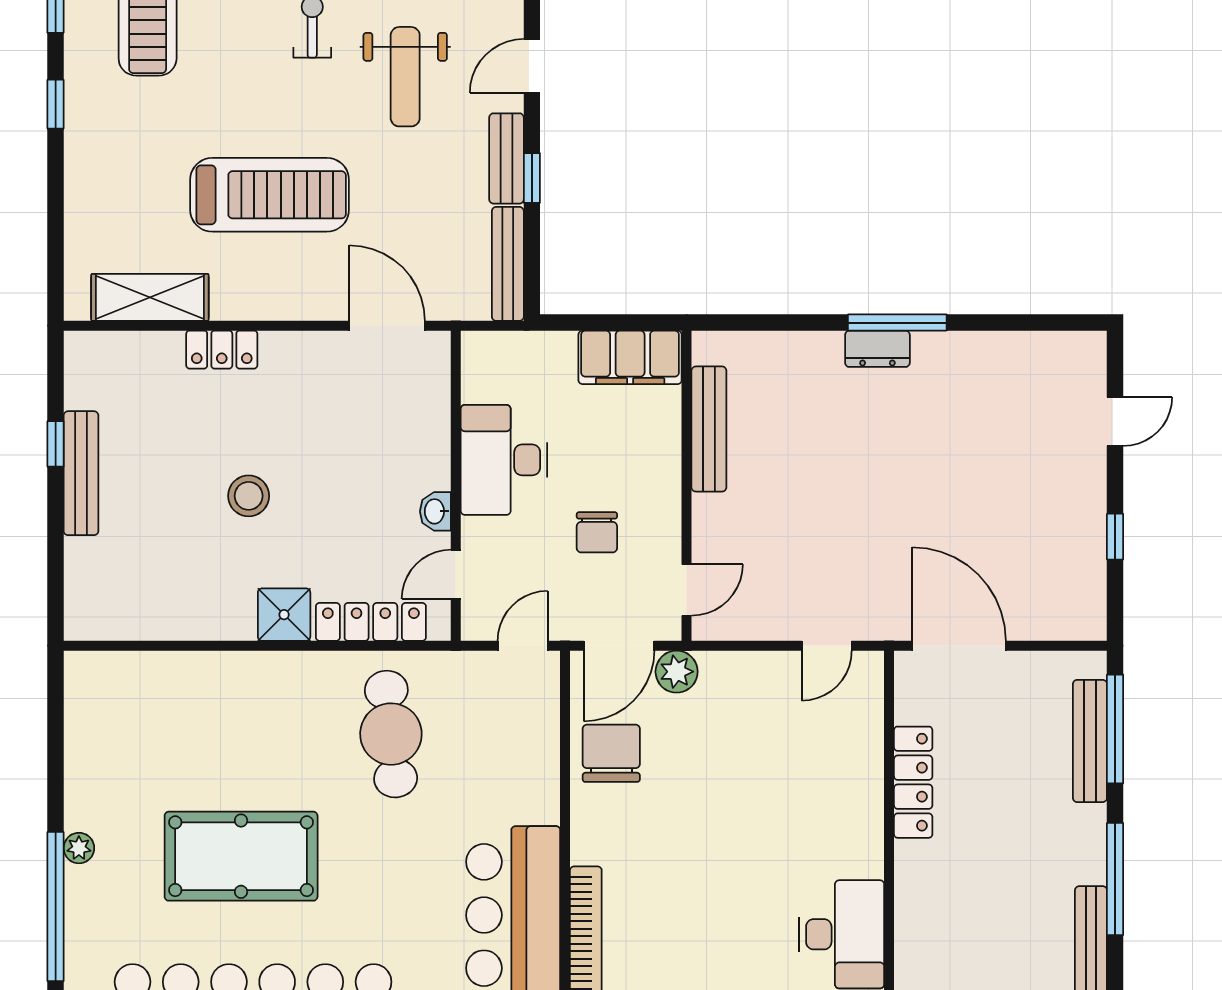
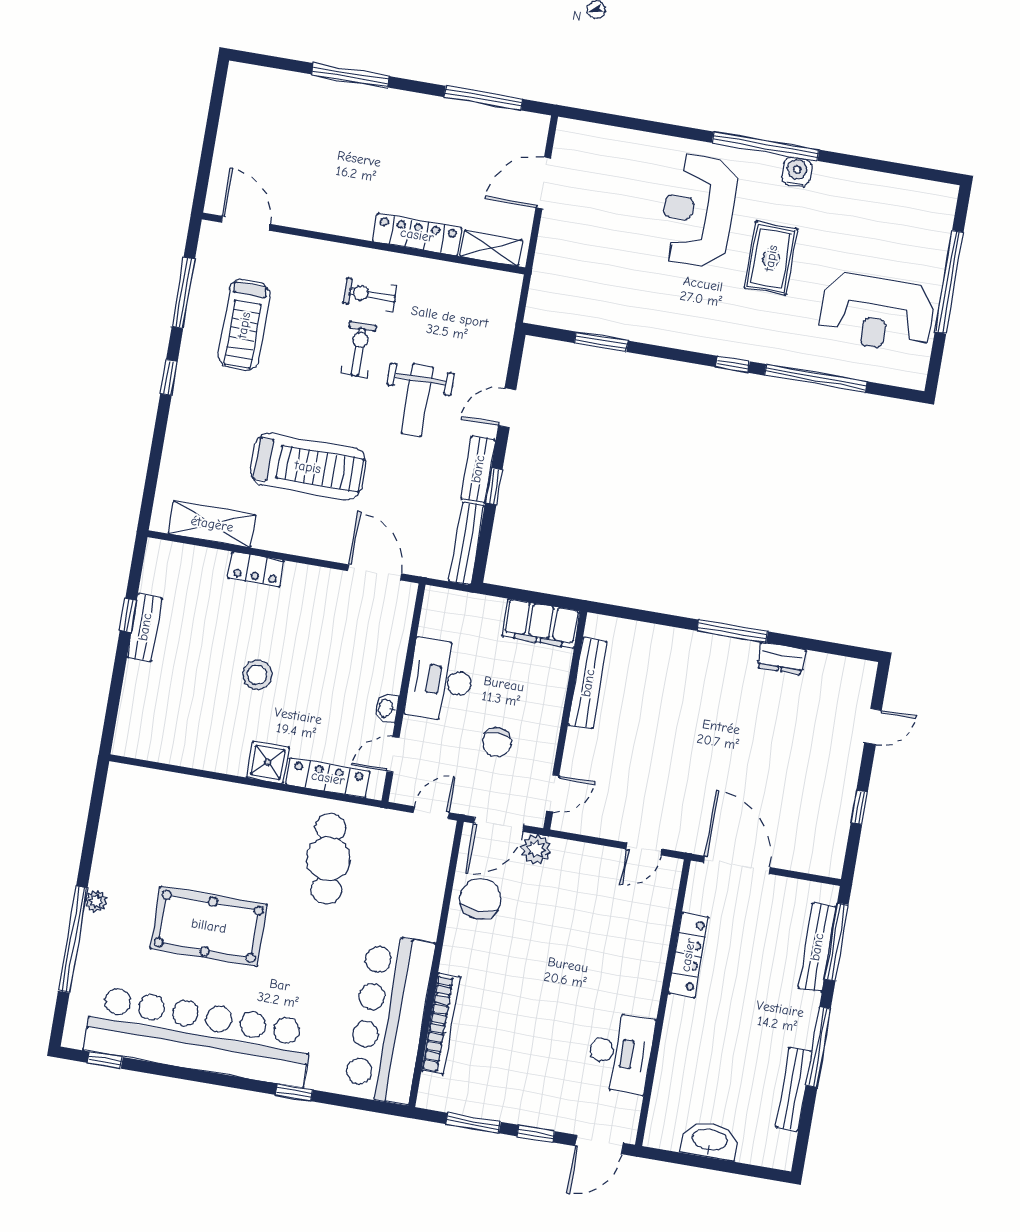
dresser: (877, 349) -> (781, 658), moved
bench: (81, 473) -> (145, 627), width x0.73

